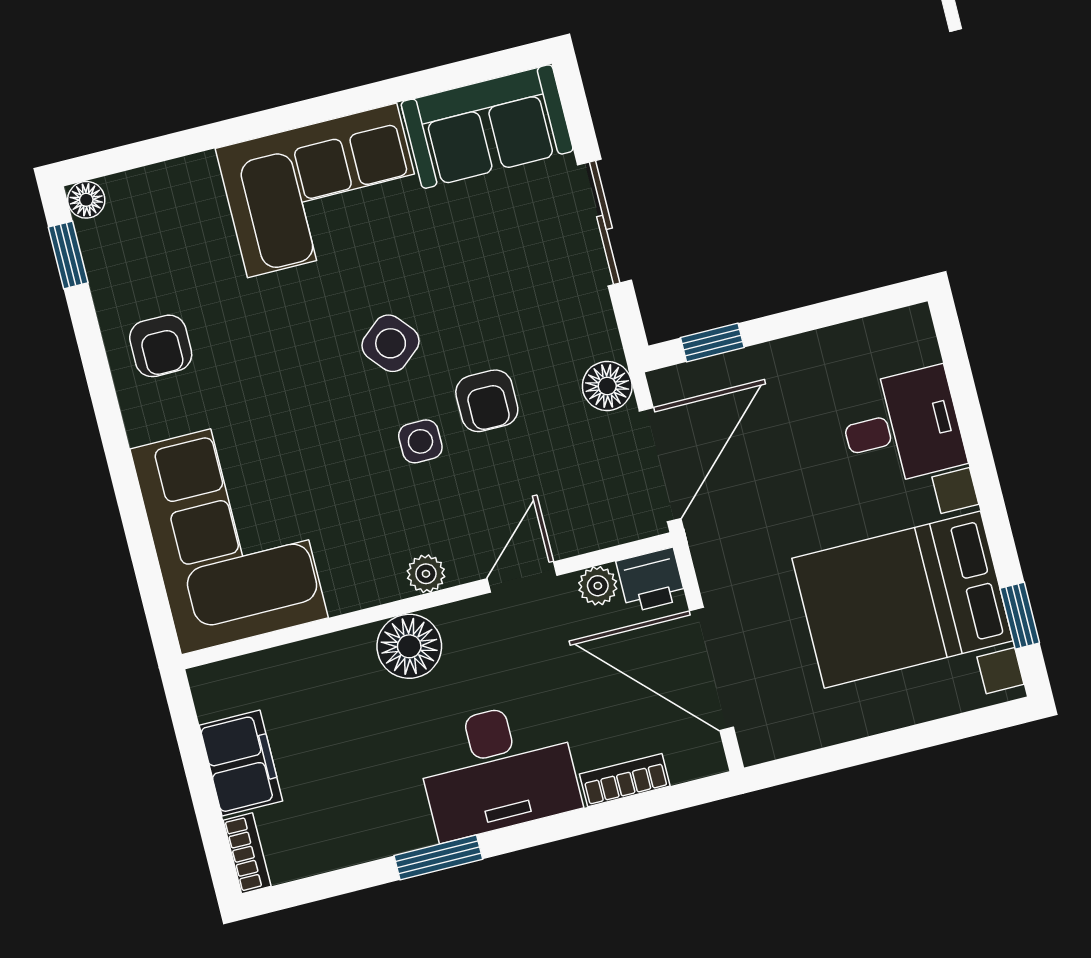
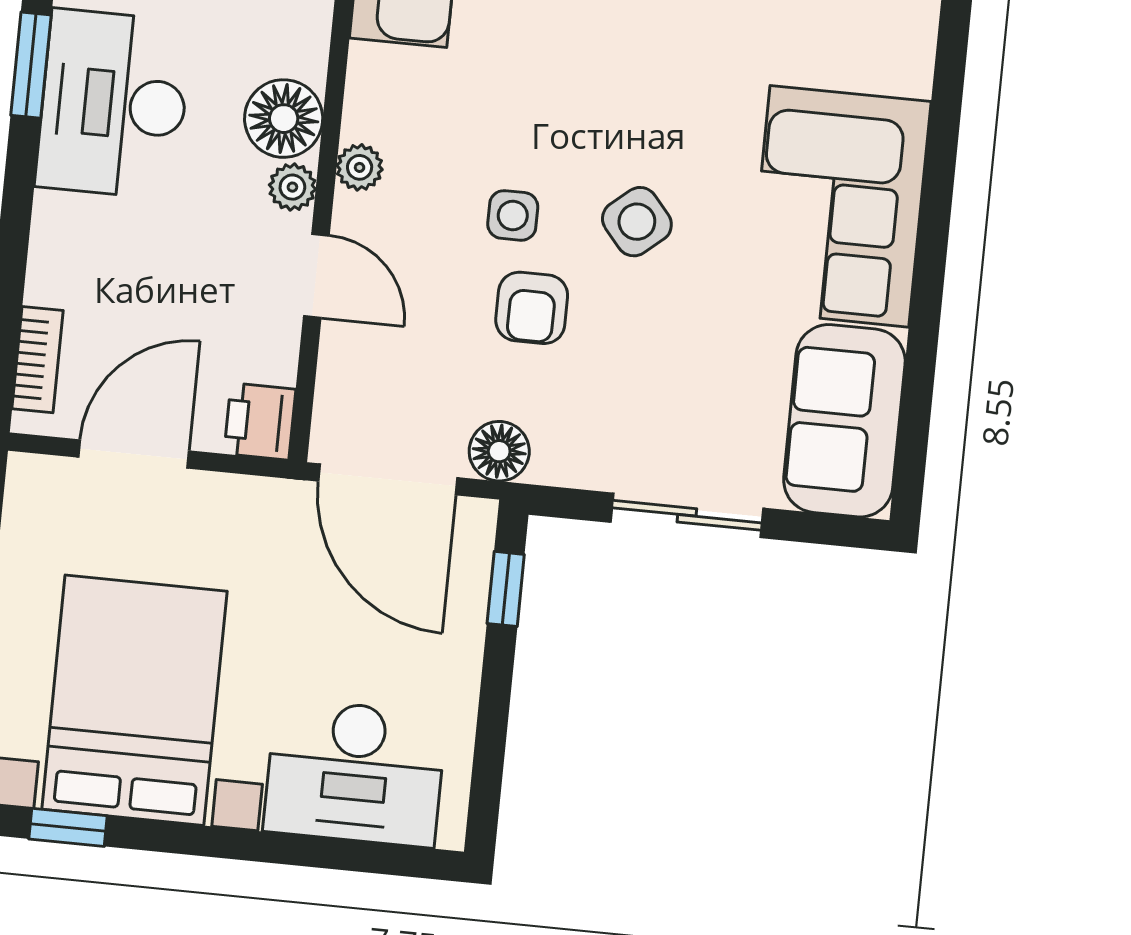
armchair: (487, 401) -> (532, 308), turned -90
desk: (902, 427) -> (355, 773), width x1.37
plant: (598, 586) -> (292, 187), moved
door: (712, 669) -> (134, 454), width x0.73
desk: (498, 769) -> (114, 104), moved
bookcase: (625, 780) -> (38, 360), moved

